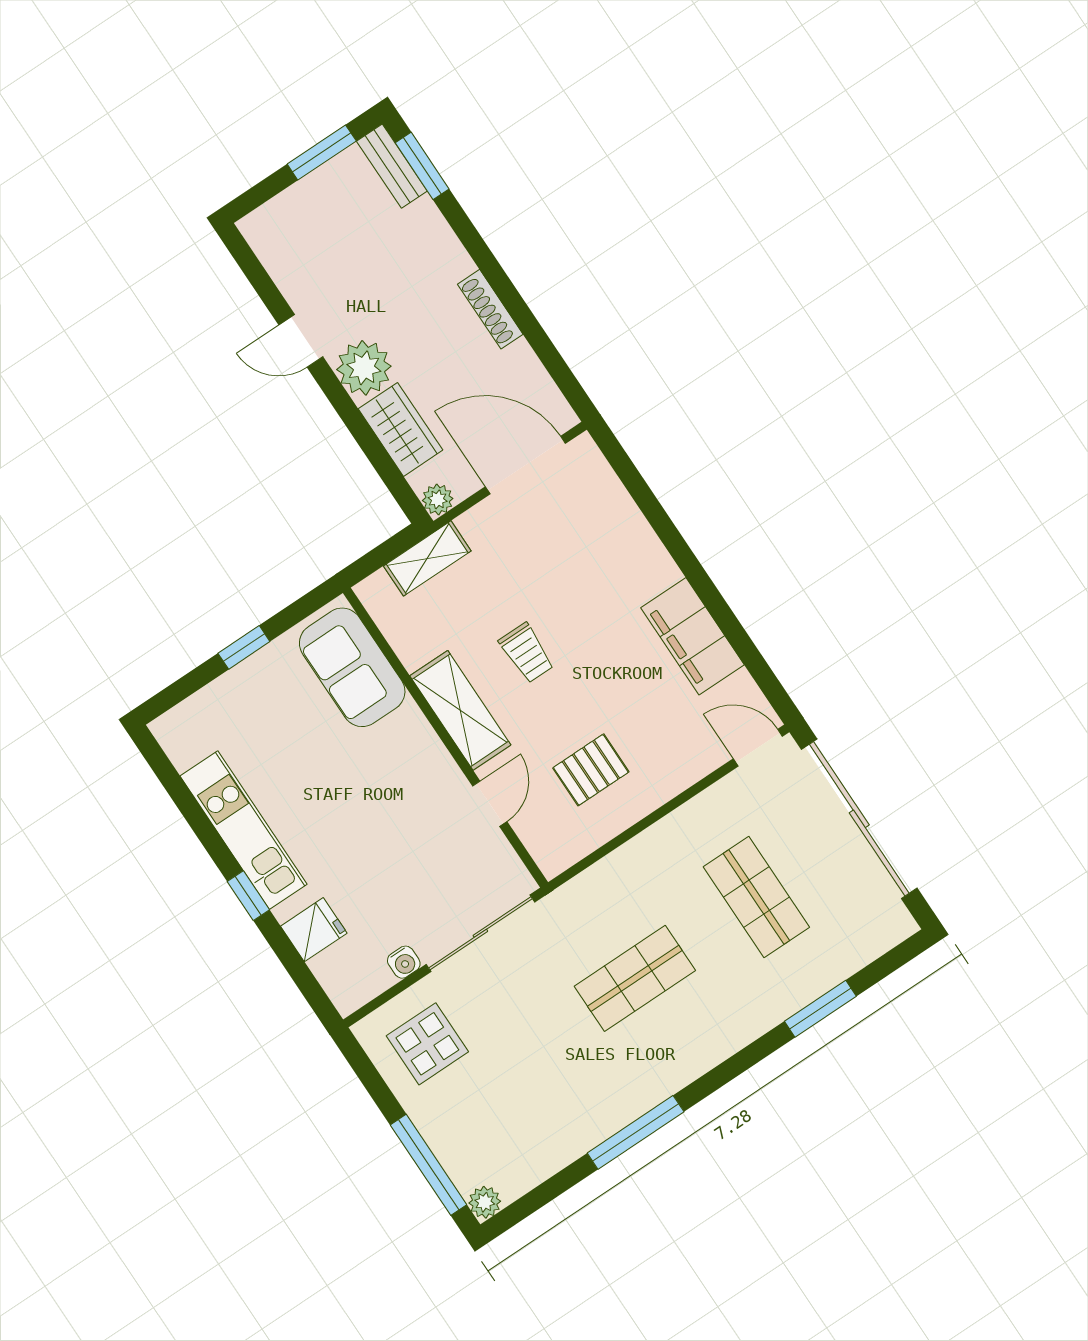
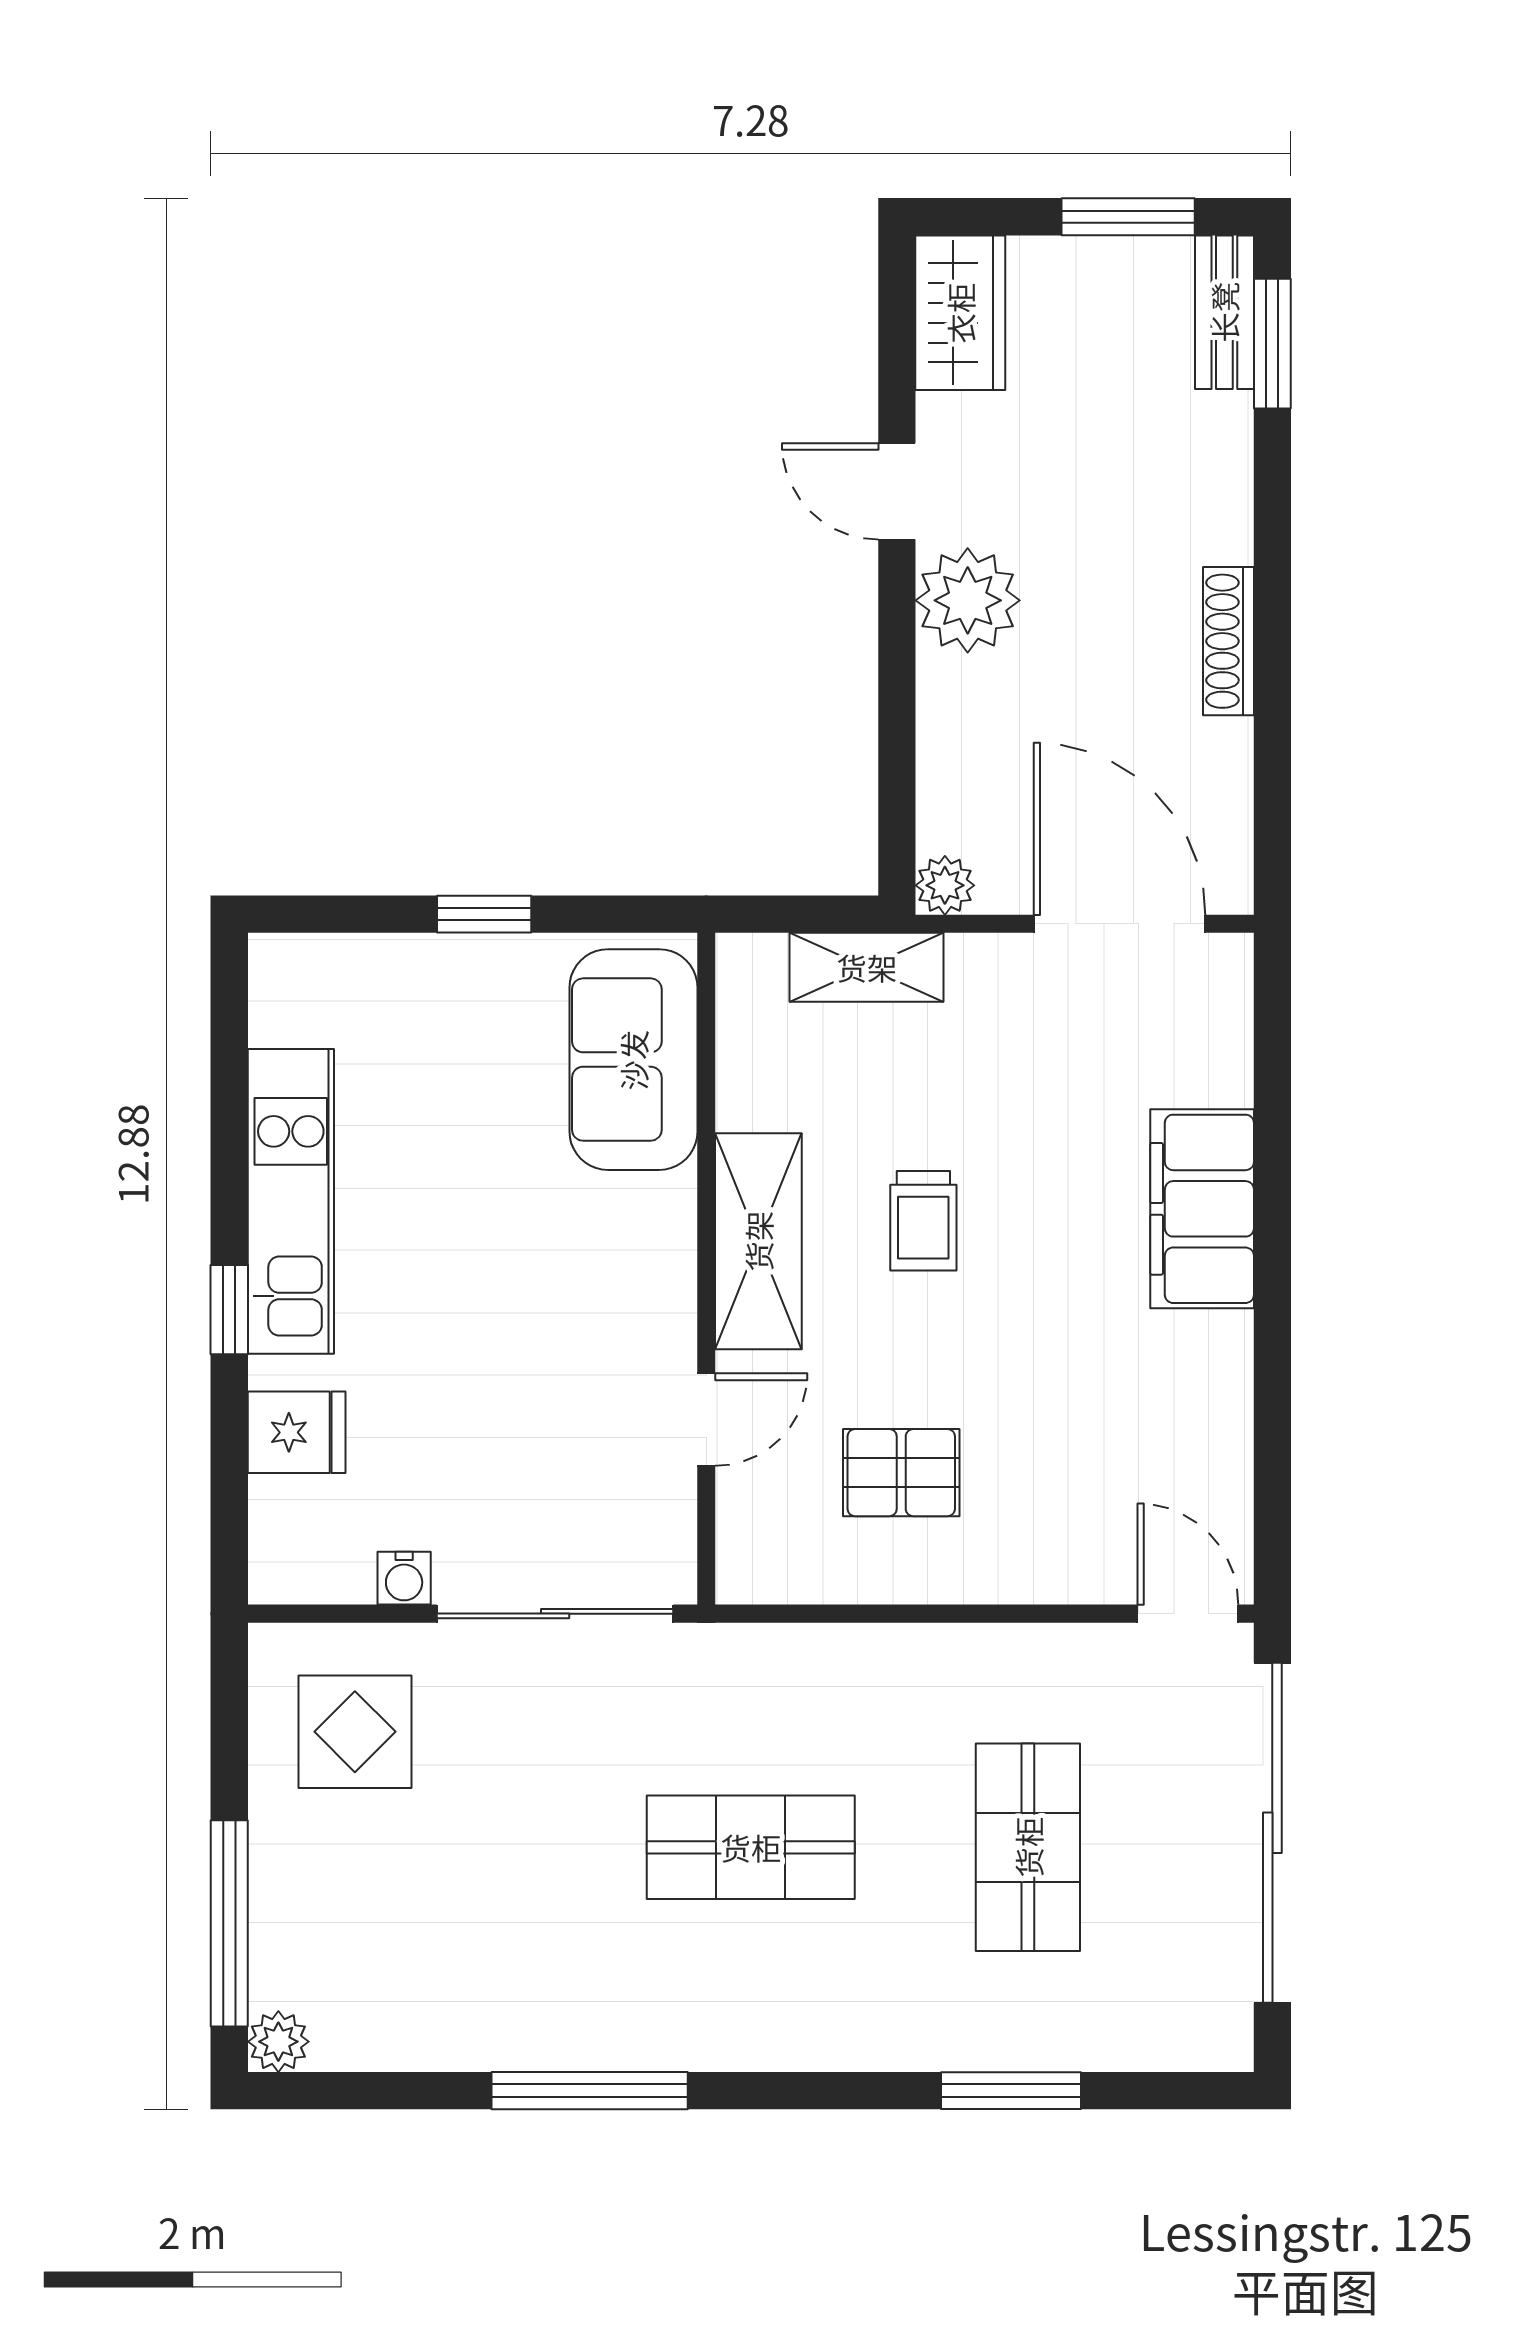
wardrobe: (401, 429) -> (960, 313), moved
filing cabinet: (692, 636) -> (1202, 1209), moved

